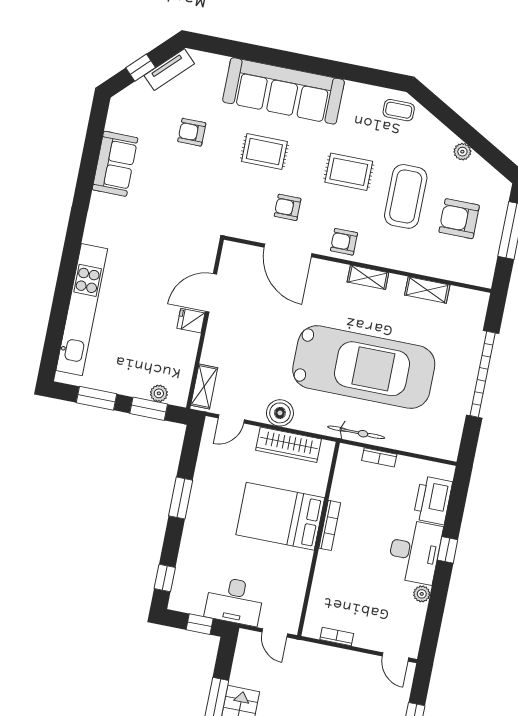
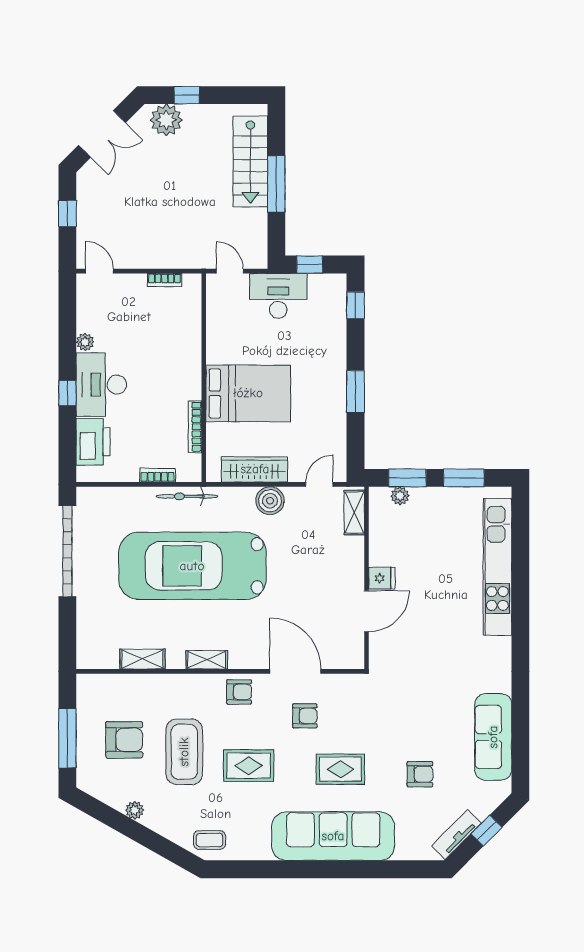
sofa: (115, 164) -> (493, 737), width x1.36
garage door: (483, 374) -> (67, 551), moved
bookcase: (330, 525) -> (195, 427), moved

